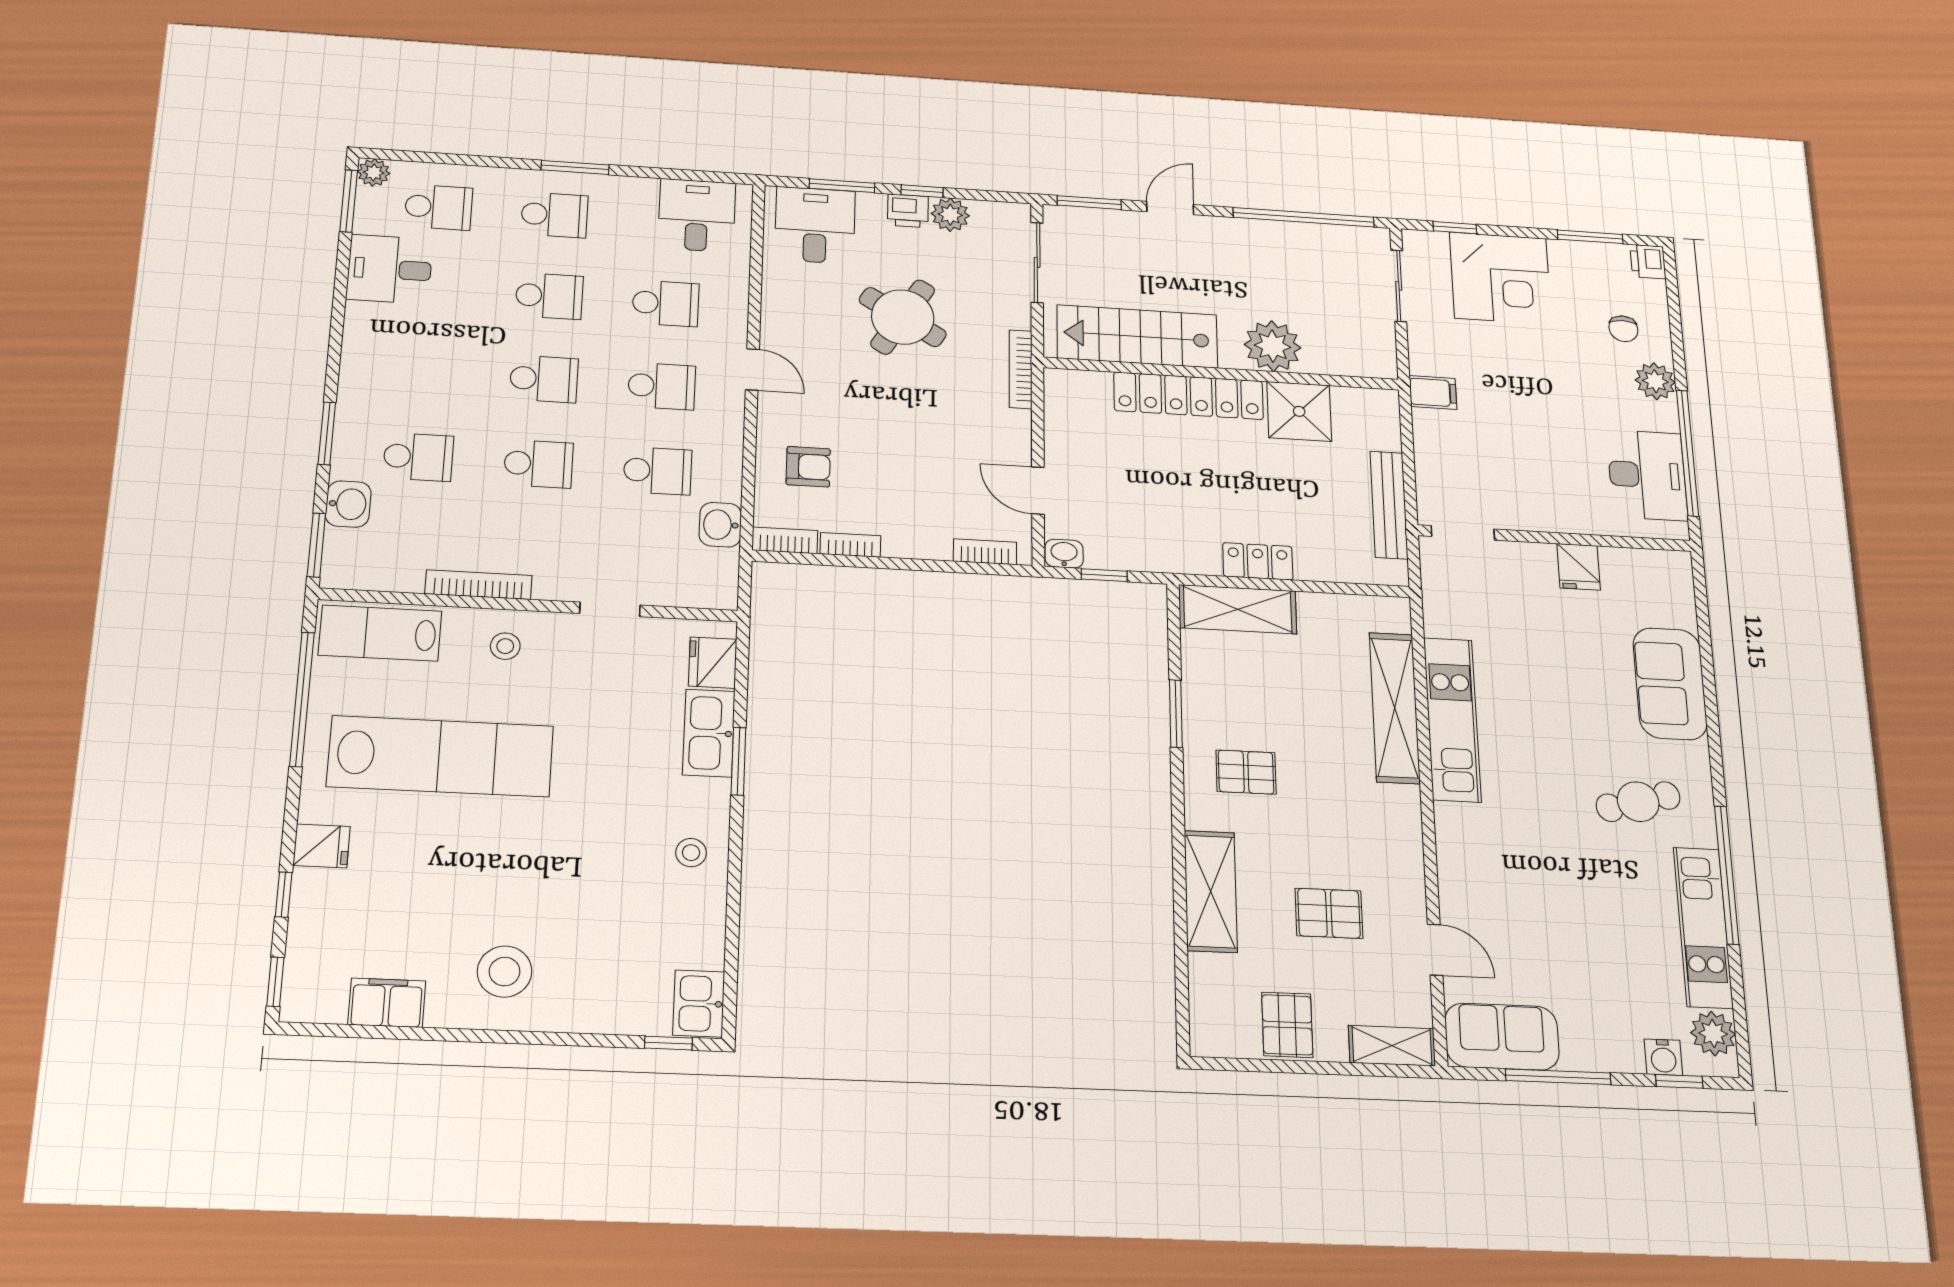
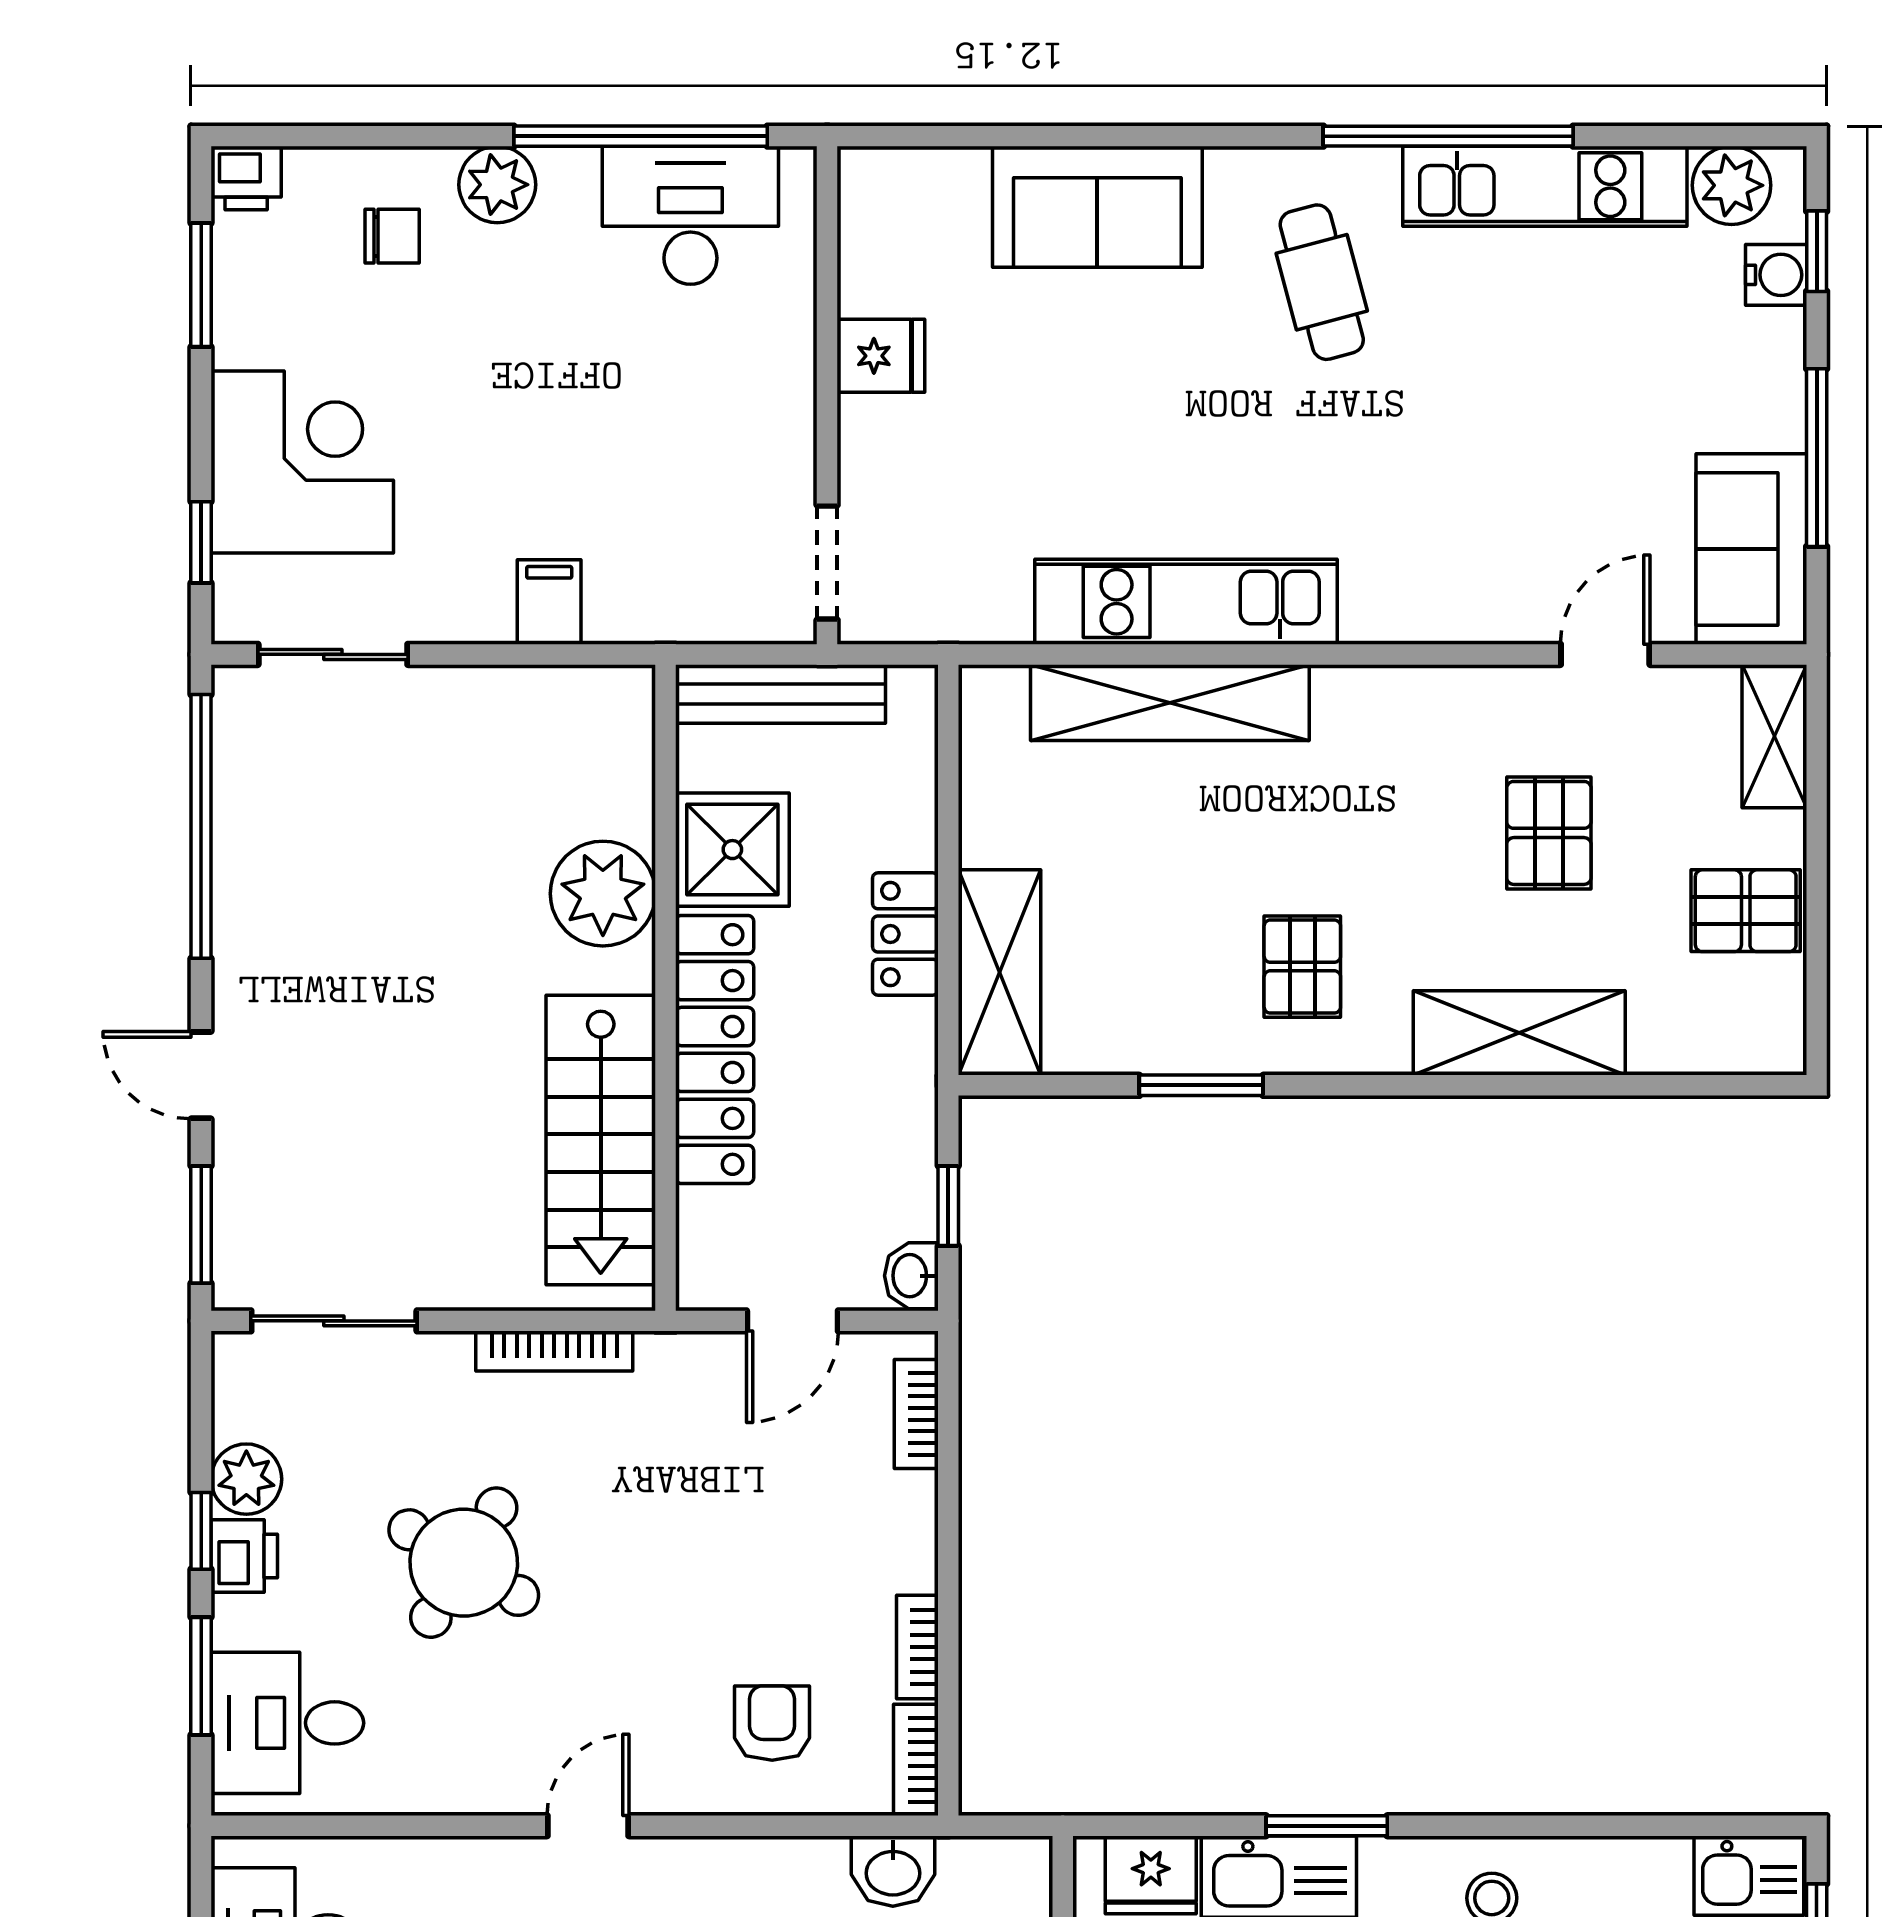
stairs: (1137, 336) -> (601, 1140), moved
plant: (1273, 346) -> (603, 894), moved
wall: (1222, 374) -> (665, 988), moved
locker: (1189, 396) -> (715, 1049), moved
shower: (1299, 411) -> (732, 850), moved

